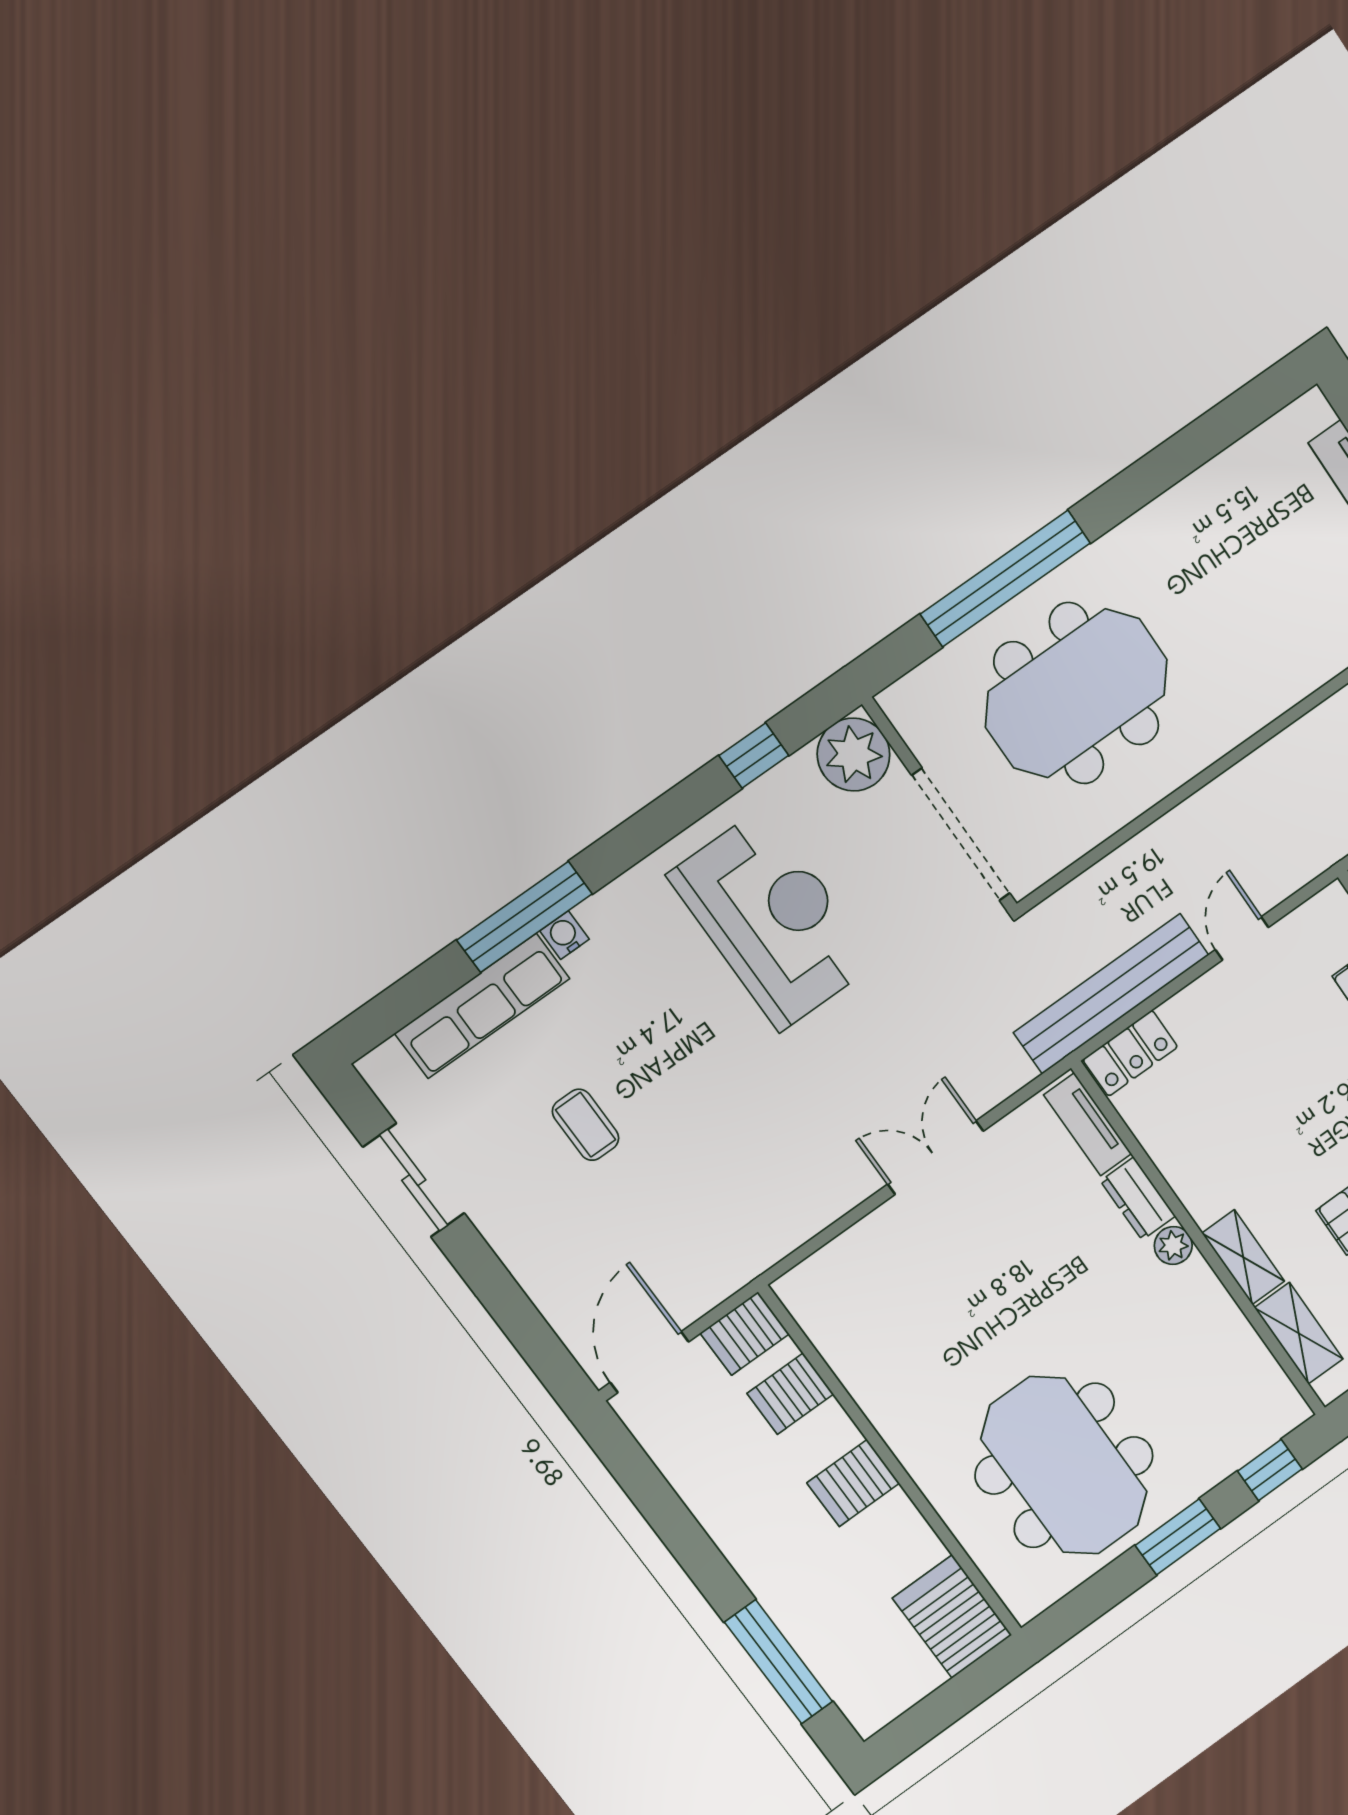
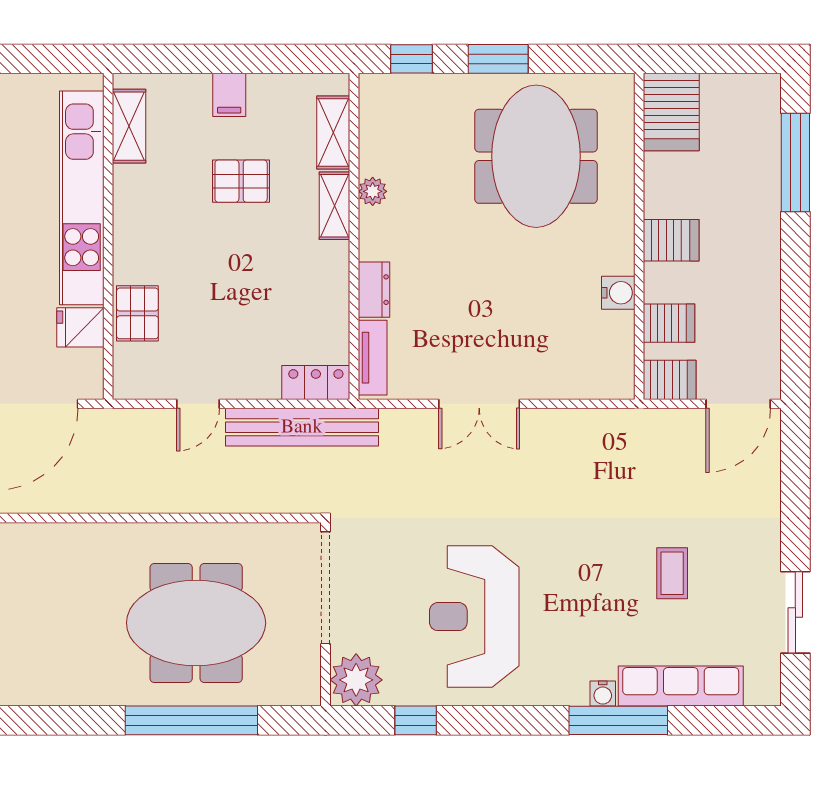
plant: (1173, 1245) -> (373, 191), moved
water cooler: (870, 1386) -> (618, 293), added

